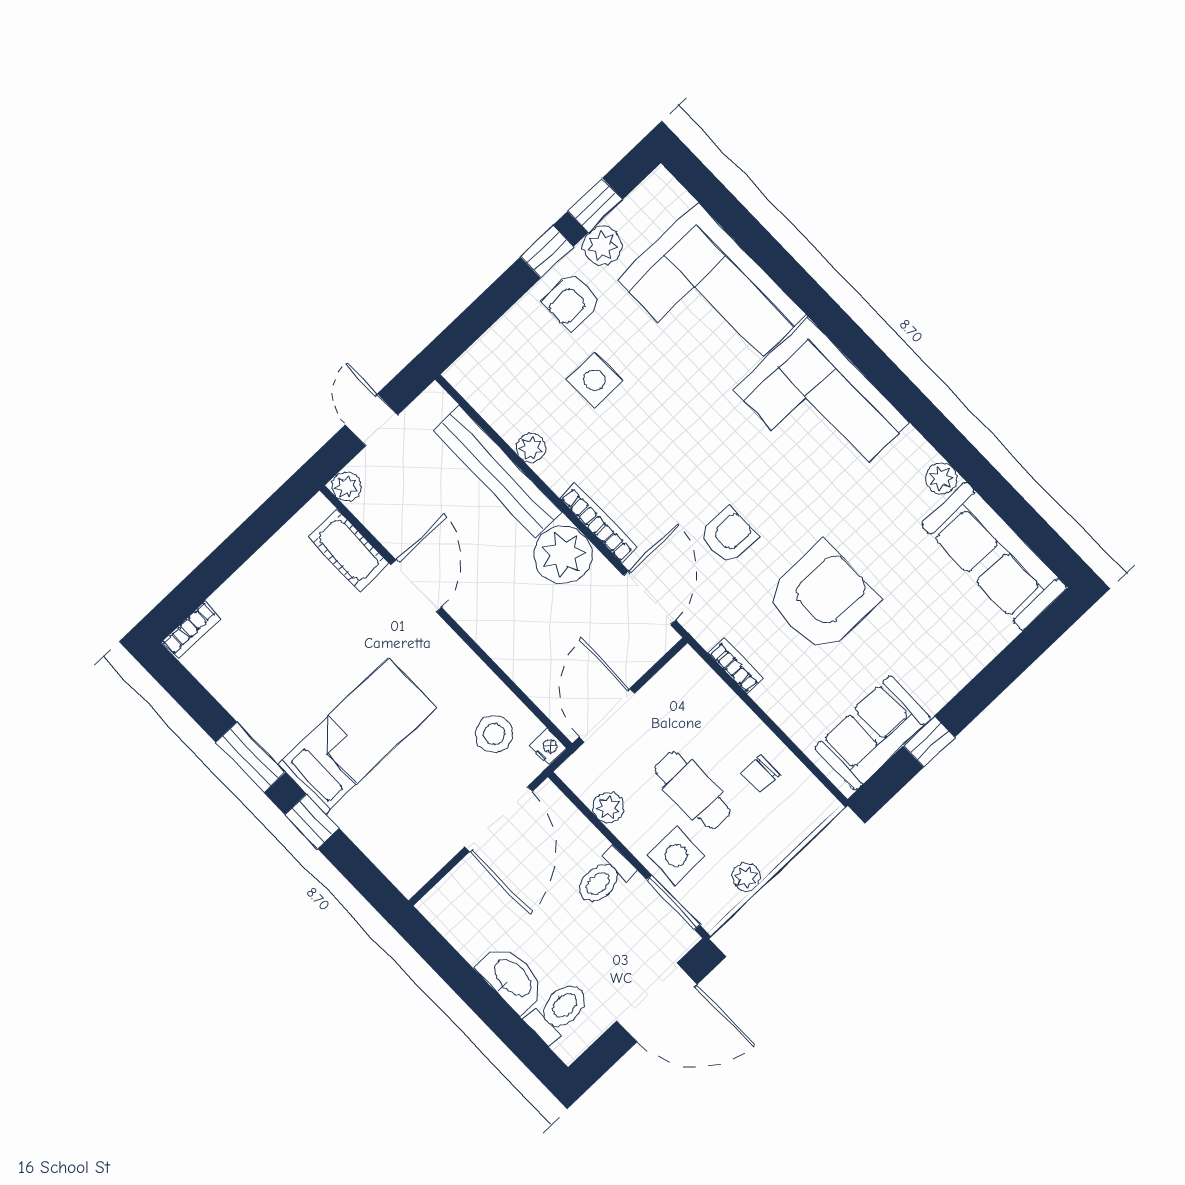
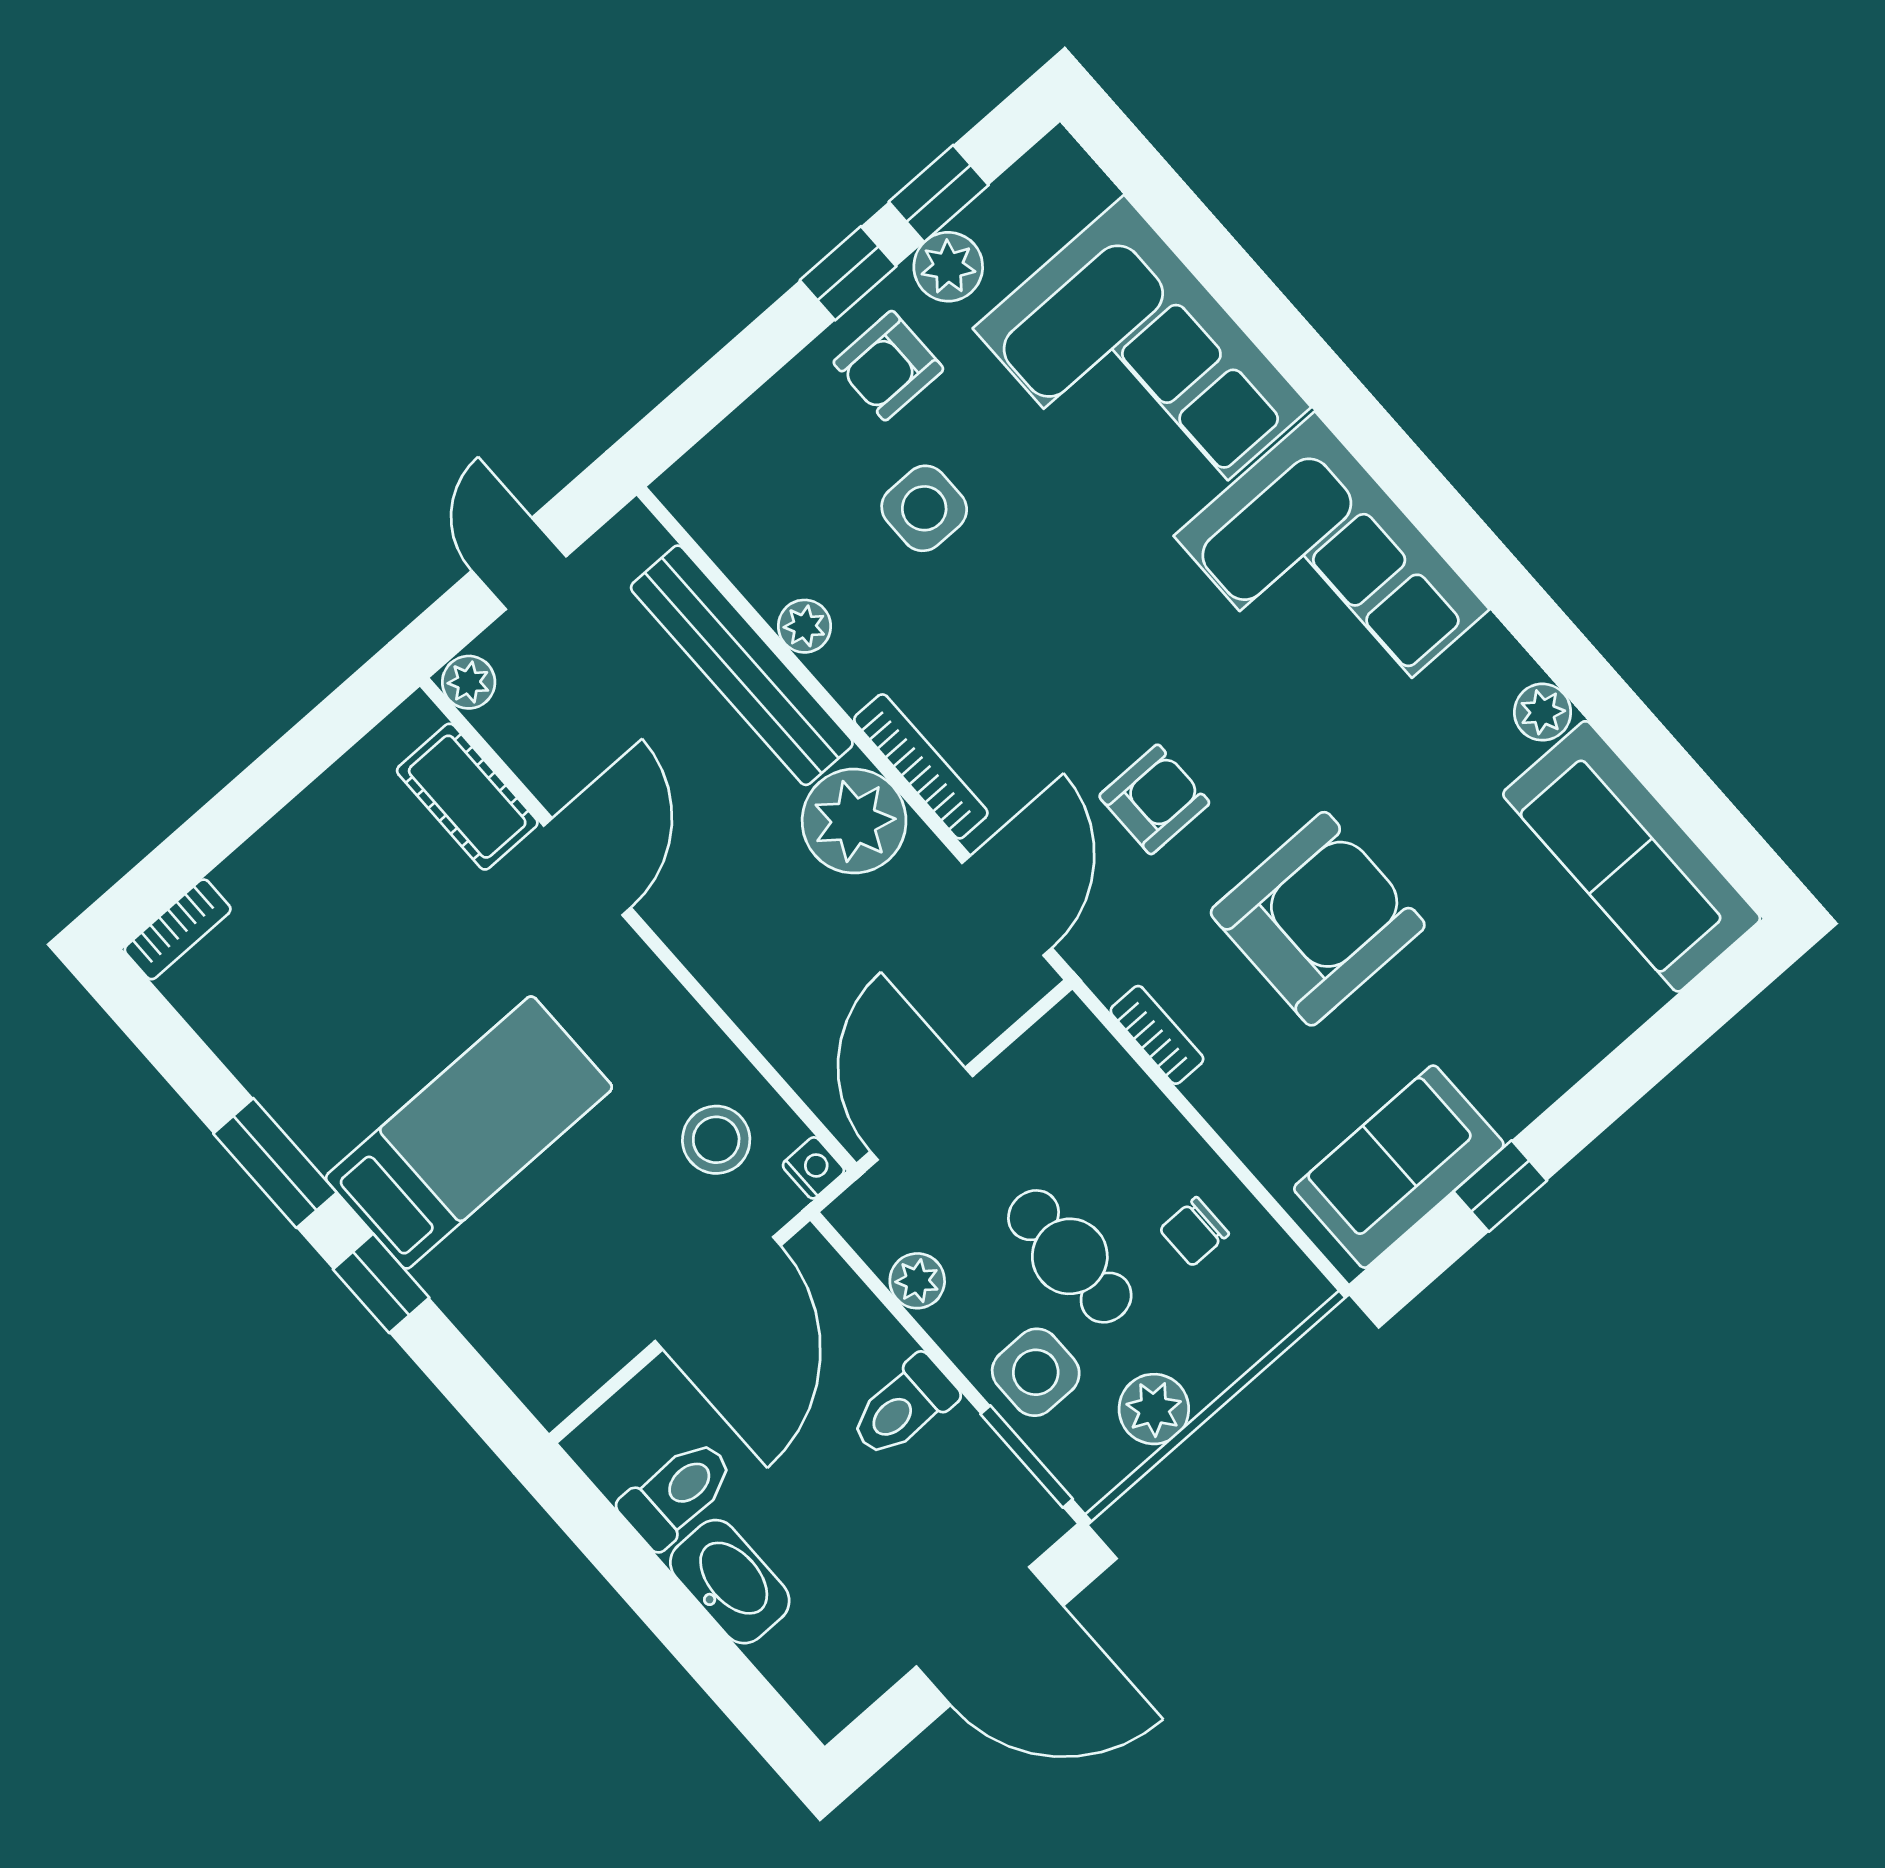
plant: (746, 877) -> (1154, 1409), width x1.38, depth x1.38
toilet: (558, 1011) -> (677, 1493), moved

